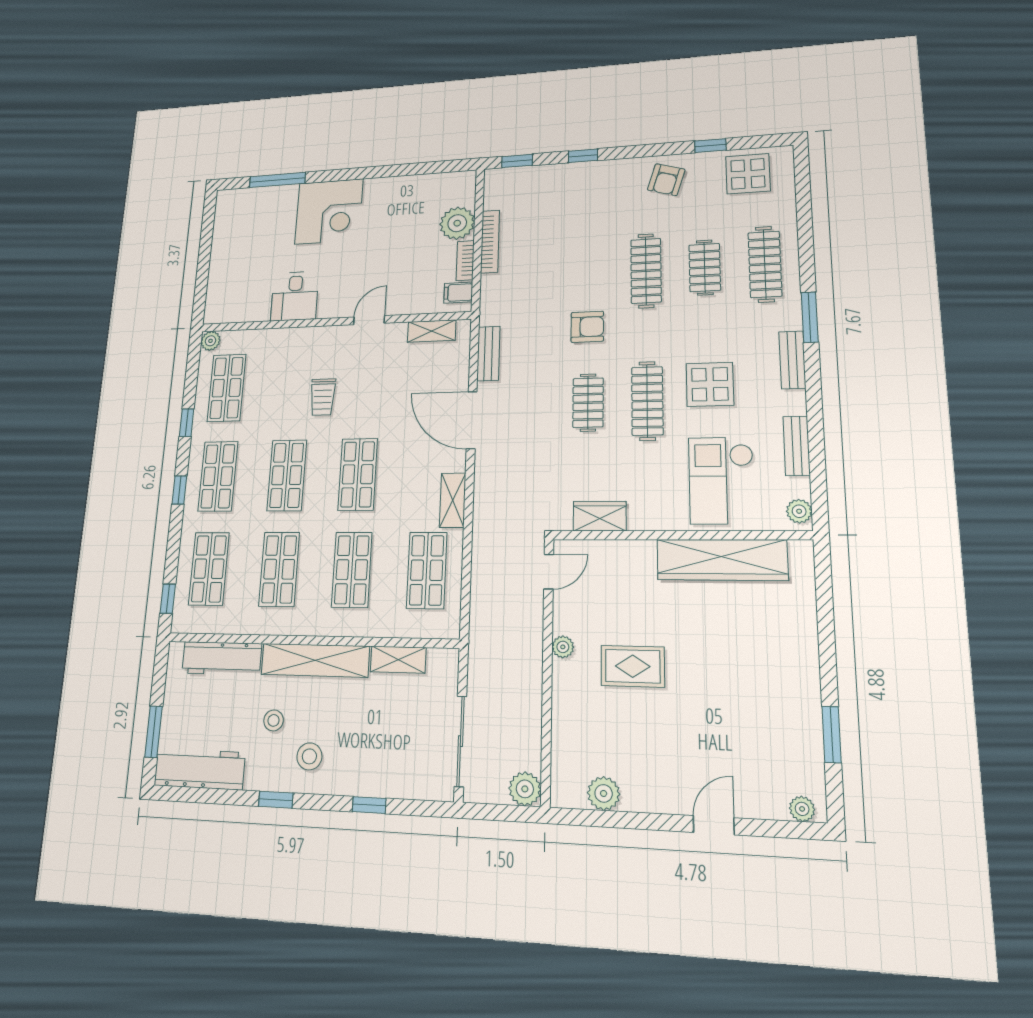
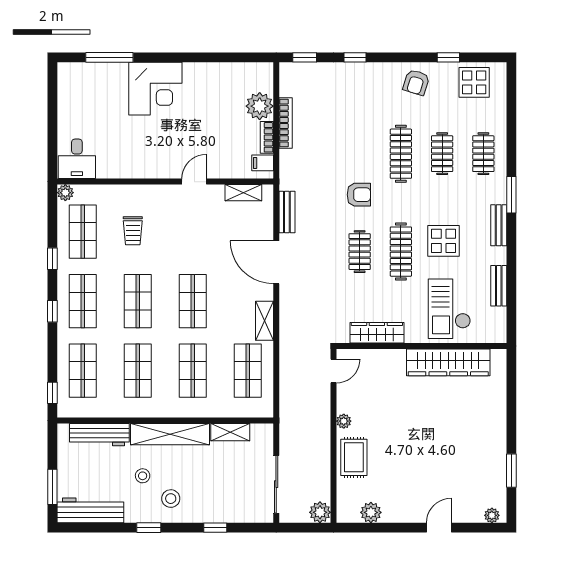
clothes rail: (765, 264) -> (483, 154), width x0.73
desk: (295, 296) -> (77, 159), moved
trolley: (323, 397) -> (133, 231), moved
plant: (799, 511) -> (498, 330), removed
wardrobe: (600, 516) -> (377, 333), width x1.50
rug: (633, 666) -> (354, 457), moved, turned 90

